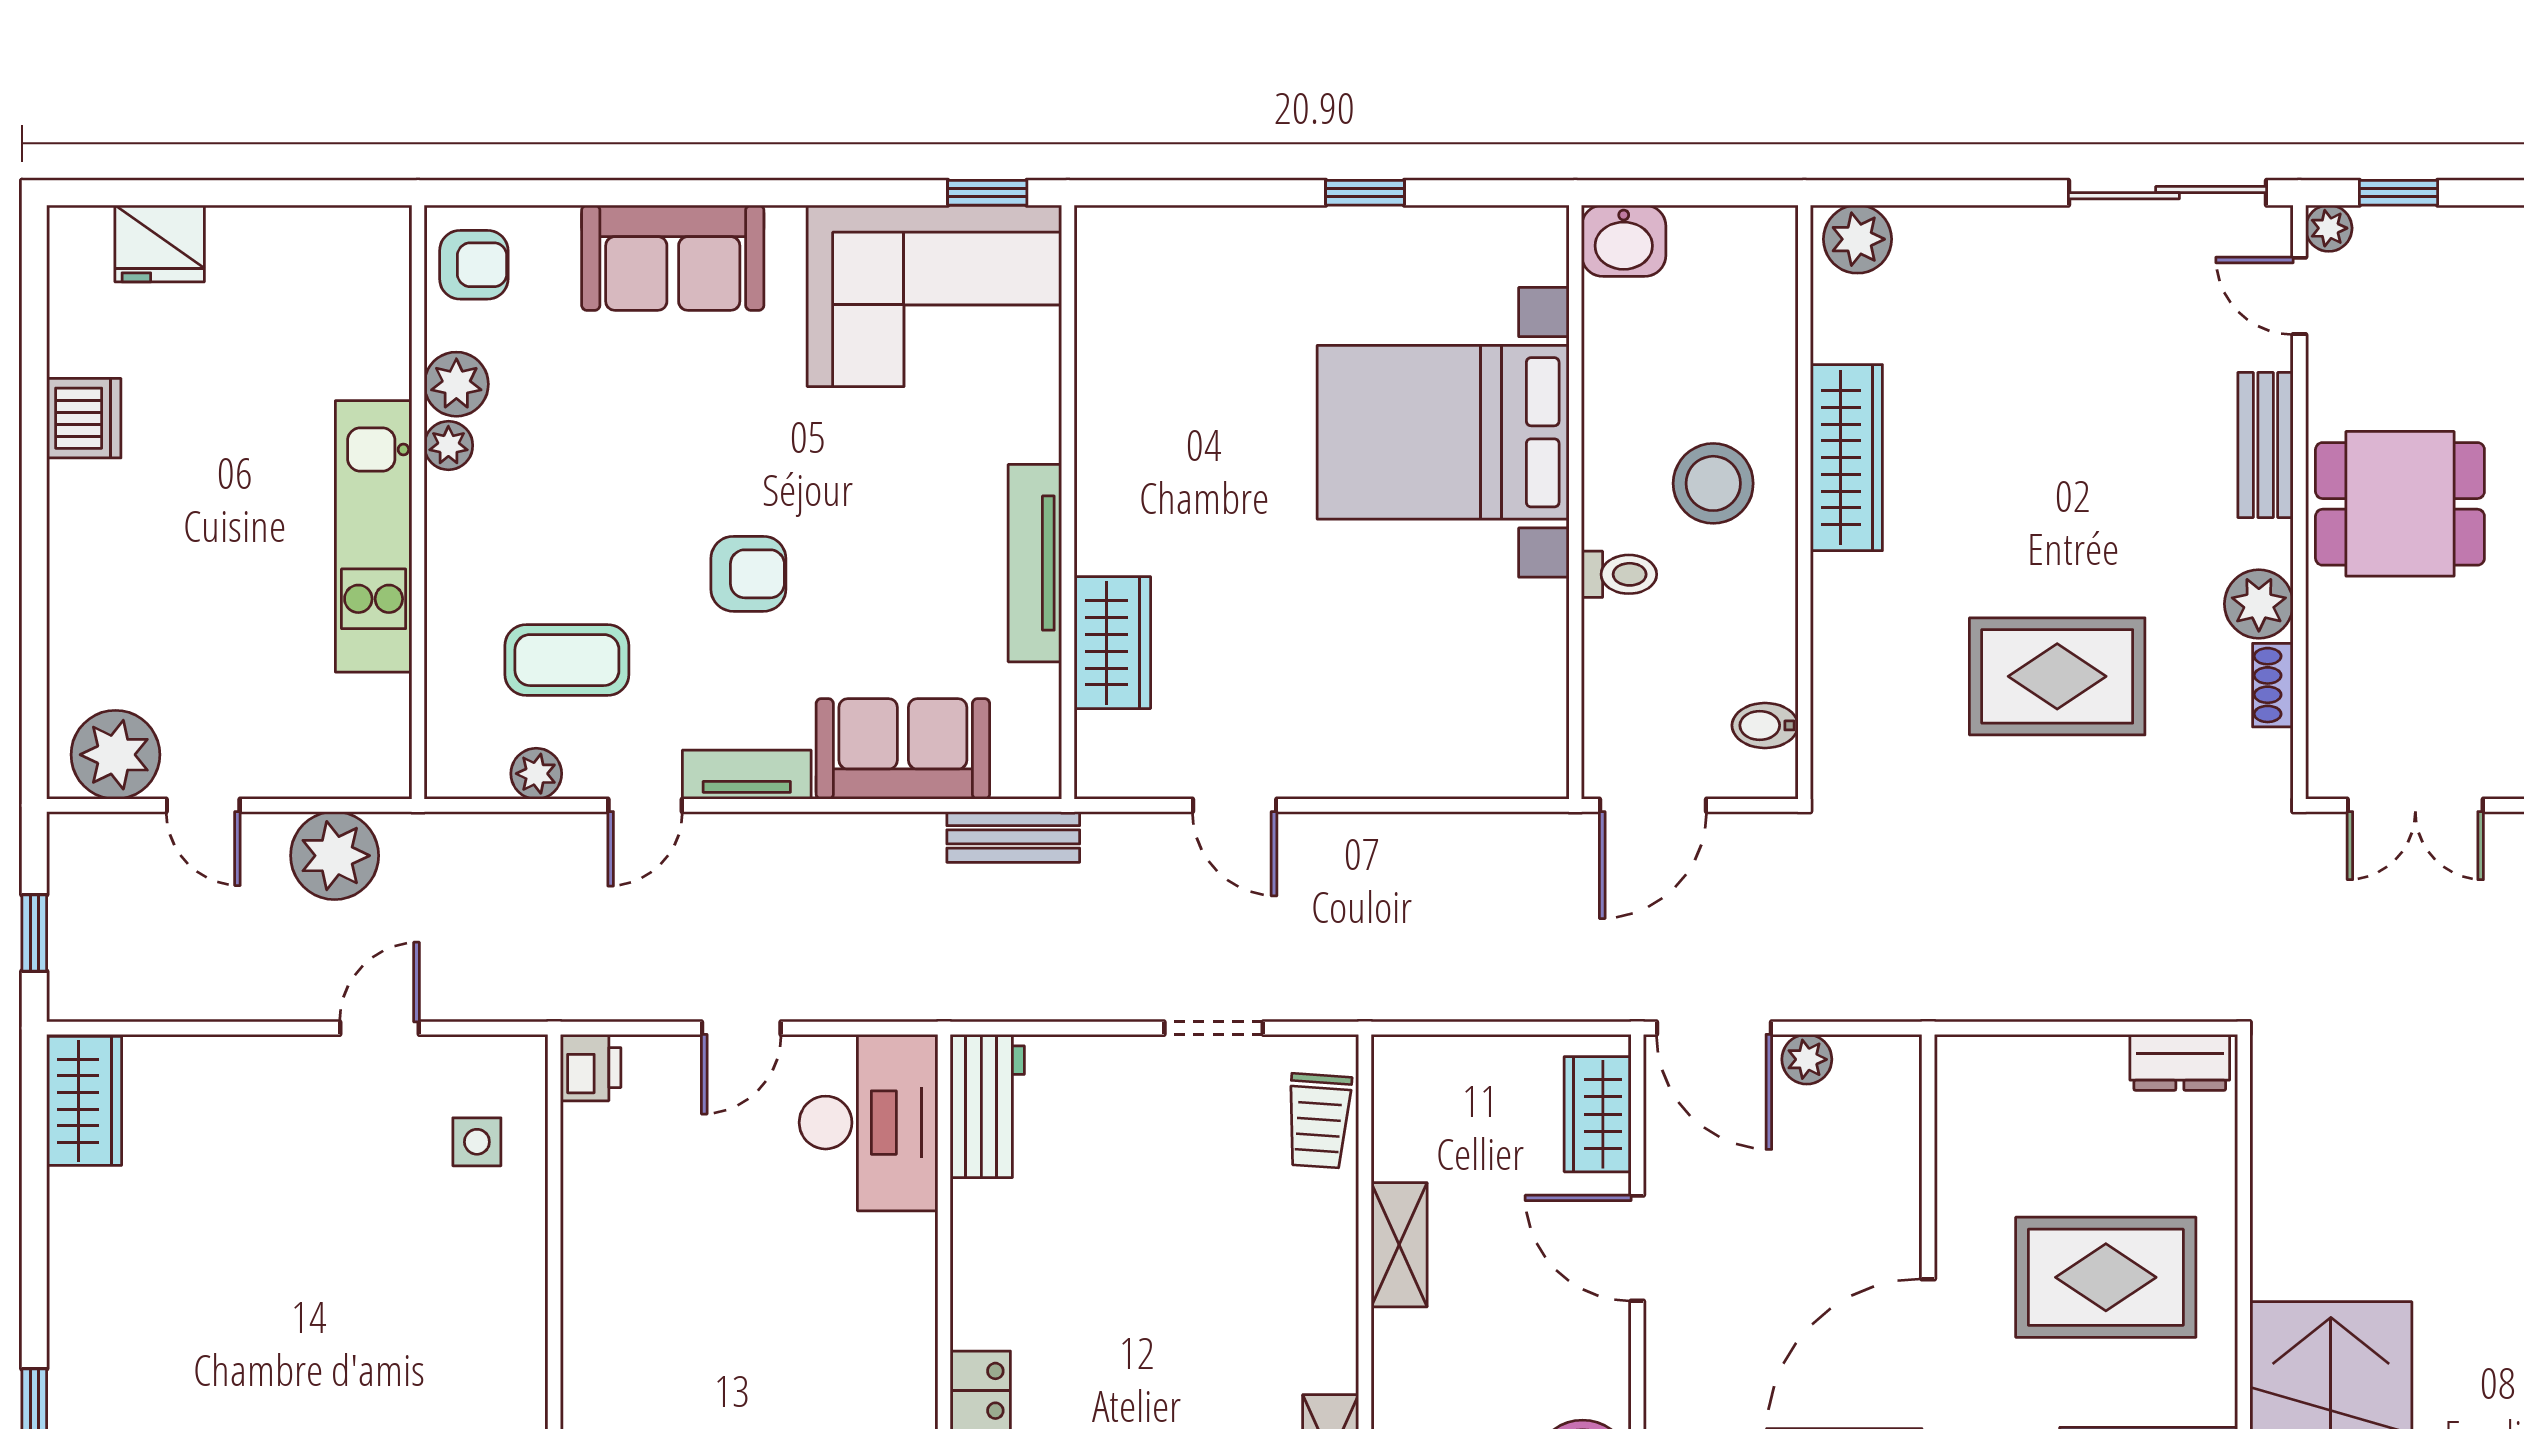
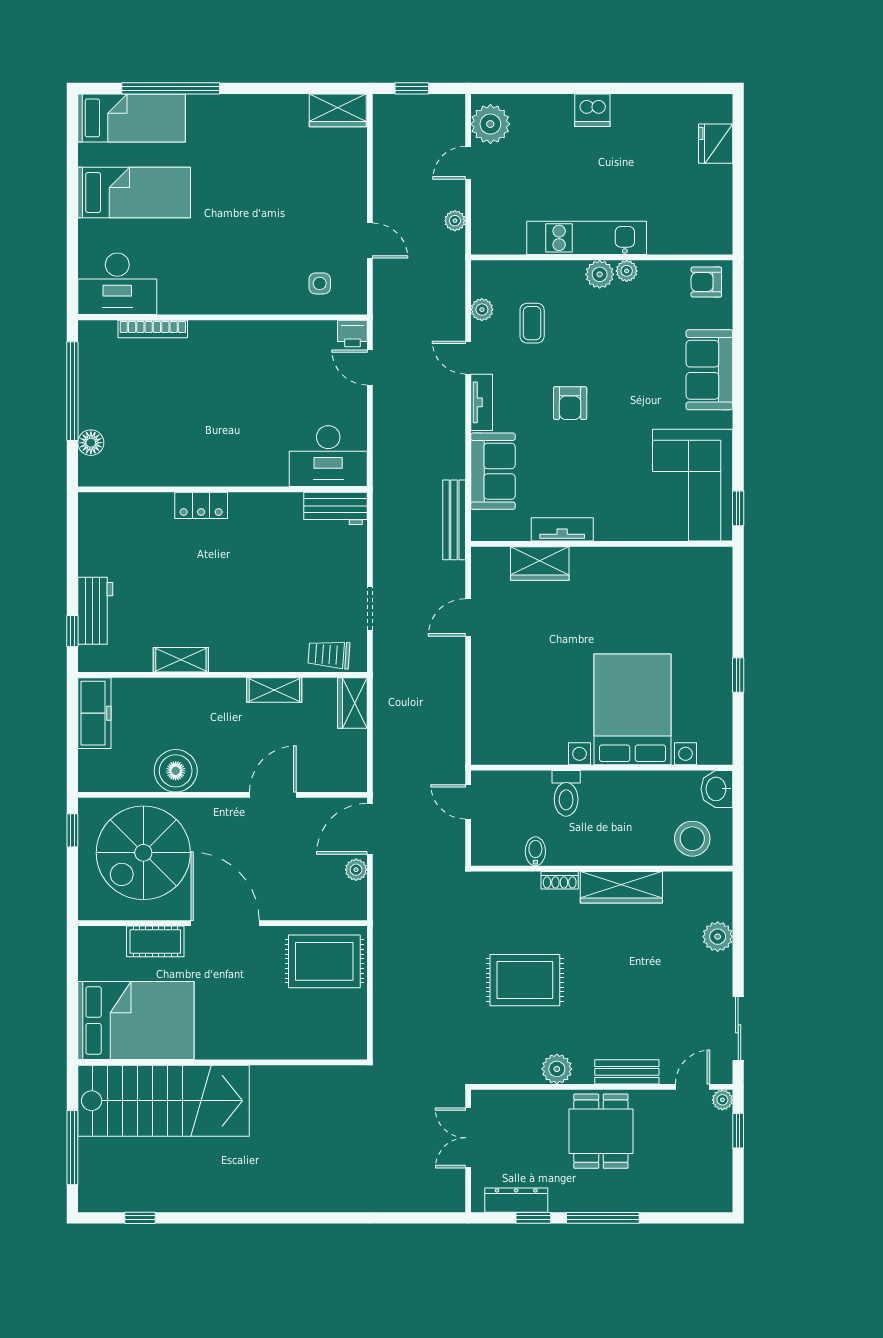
sliding door: (2168, 193) -> (738, 1029), width x0.73
plant: (1857, 239) -> (718, 937), moved
armchair: (474, 265) -> (706, 282), turned 90
plant: (456, 384) -> (600, 274), moved
dishwasher: (84, 418) -> (592, 110), moved
stool: (1713, 483) -> (692, 839), moved
tv unit: (1035, 563) -> (562, 529), width x0.71
toilet: (1619, 574) -> (566, 793), width x1.37, depth x1.39
coffee table: (567, 660) -> (532, 323), width x0.73, depth x0.77
rug: (2057, 676) -> (525, 980), turned 90
shoe rack: (2273, 685) -> (560, 880), moved, turned 180
bidet: (1765, 725) -> (535, 851), moved
door: (1653, 805) -> (468, 802), width x0.73
bench: (1013, 837) -> (454, 520), width x1.36
plant: (335, 856) -> (455, 221), width x0.53, depth x0.53
door: (741, 1028) -> (370, 367), moved
dresser: (2180, 1062) -> (355, 1034), removed
wardrobe: (1598, 1114) -> (352, 703), moved, turned -90
rug: (2106, 1277) -> (324, 961), moved, turned 90

